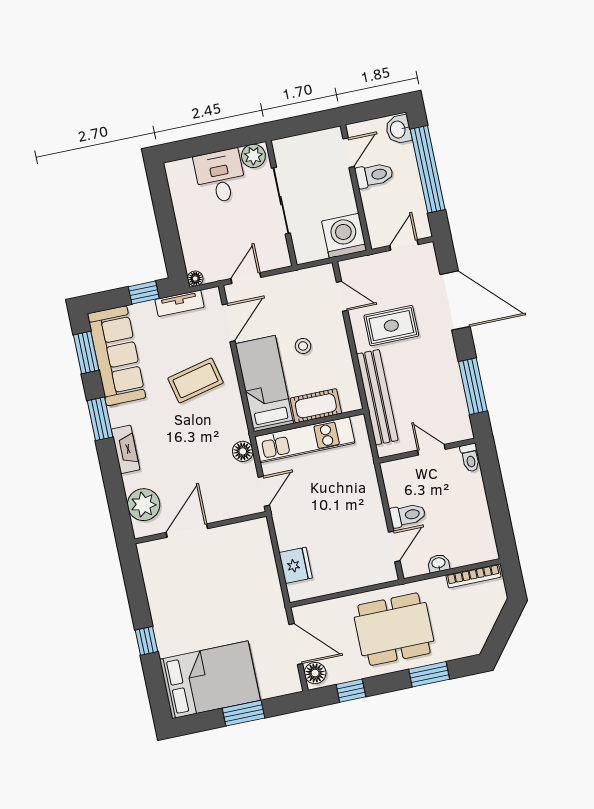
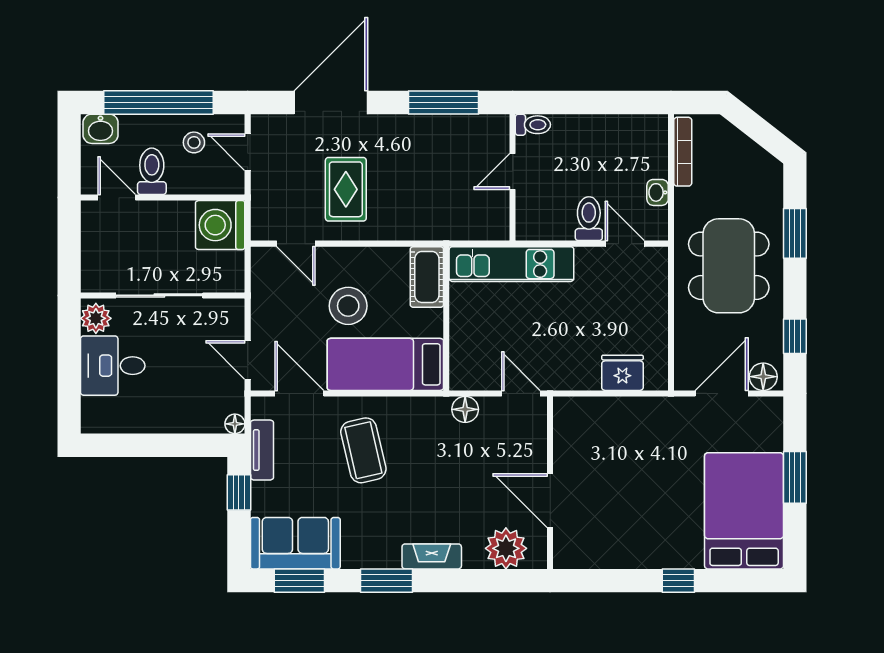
stool: (403, 203) -> (194, 142), added
door: (342, 296) -> (296, 244), swing flipped
stool: (303, 346) -> (348, 306), width x1.89, depth x1.89
sofa: (117, 356) -> (295, 543), width x0.73
bench: (377, 397) -> (432, 226), removed
cot: (316, 406) -> (427, 277), moved
kitchen unit: (305, 440) -> (511, 264), moved, turned 90

